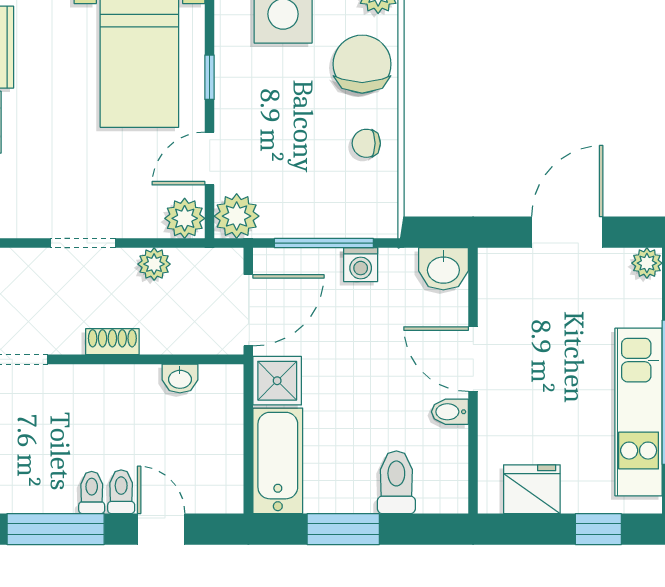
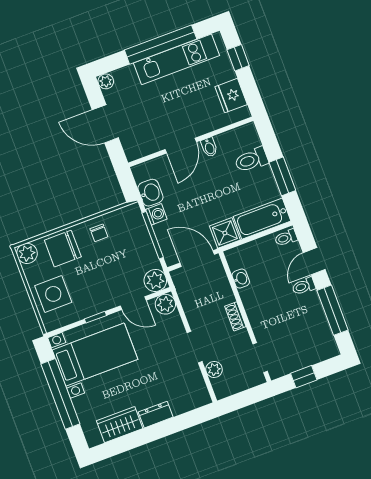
plant: (154, 264) -> (214, 369), moved
washbasin: (443, 269) -> (150, 193), moved
toilet: (92, 493) -> (286, 238), moved

